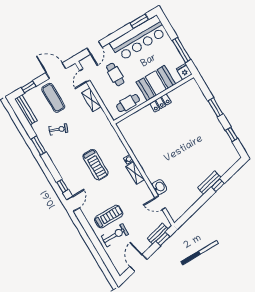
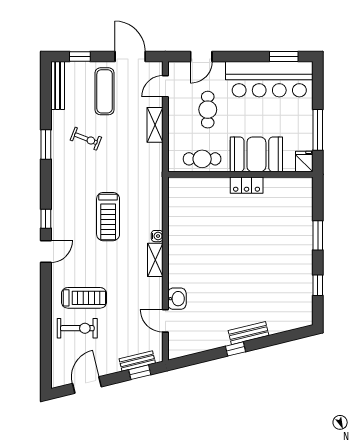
window: (218, 185) -> (235, 349), moved

